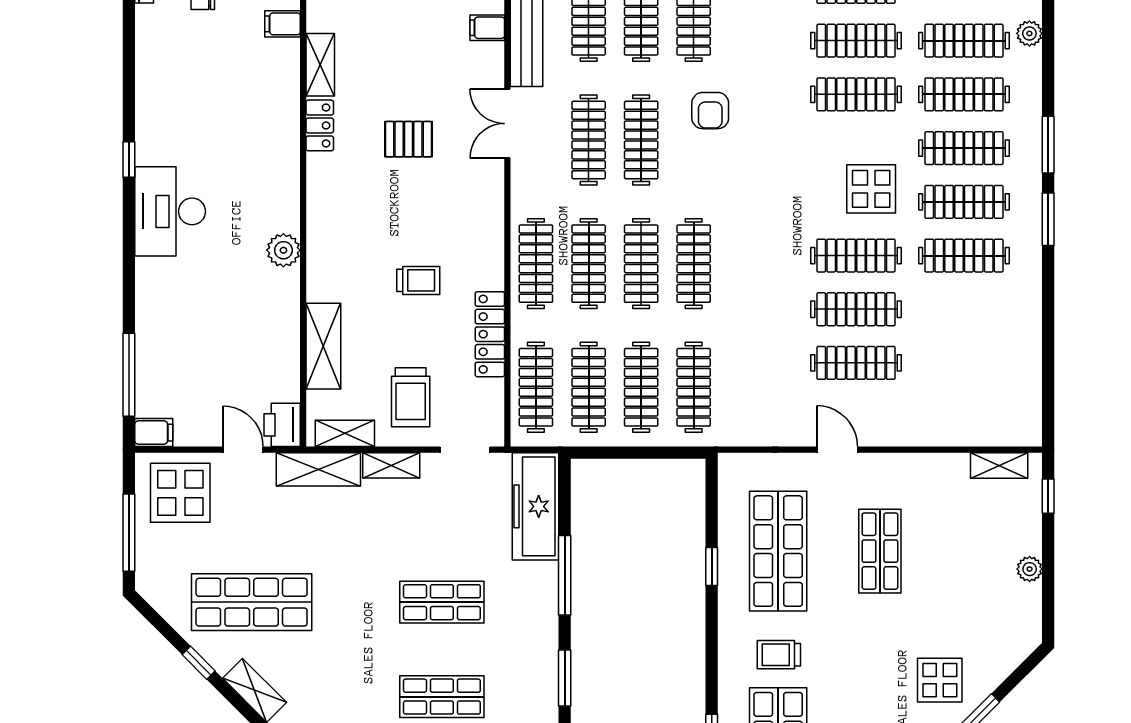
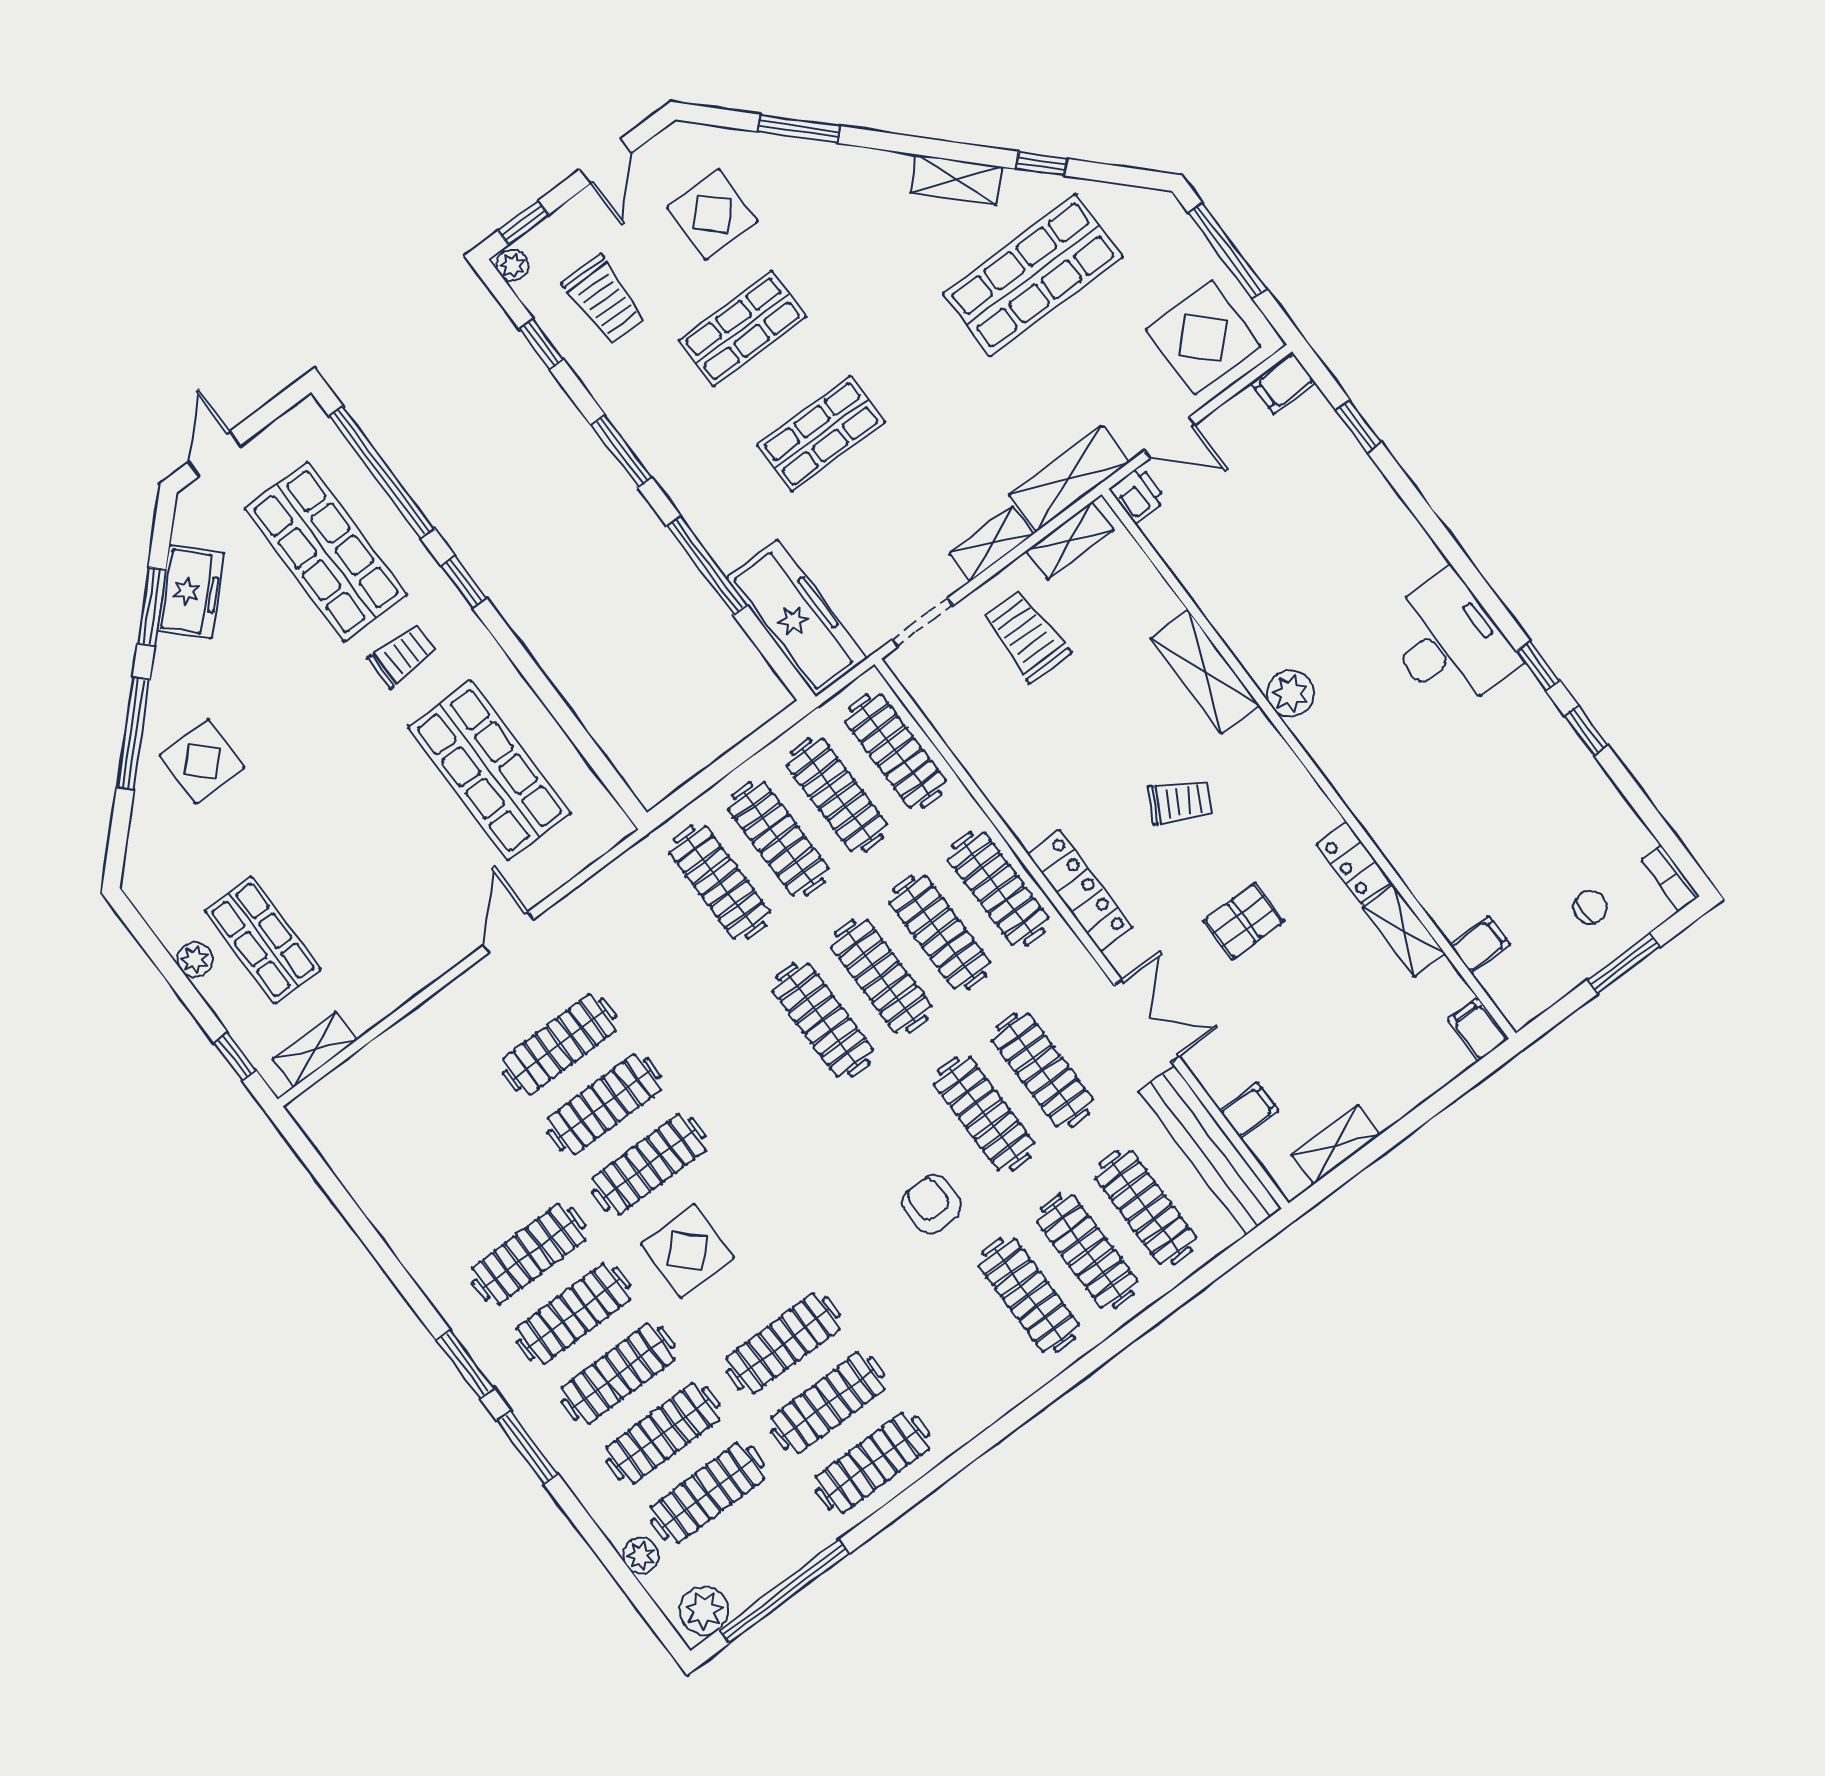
window: (129, 102) -> (1586, 730), added
trolley: (418, 280) -> (1180, 802), moved, turned -151
locker: (490, 334) -> (1080, 891), moved
shelving: (323, 346) -> (1205, 672), moved
window: (129, 375) -> (1359, 426), width x0.46
printer: (282, 425) -> (1138, 494), width x0.73, depth x0.81
door: (837, 450) -> (508, 932), swing flipped
shop shelf: (880, 551) -> (263, 940), moved
window: (712, 567) -> (464, 582), moved

